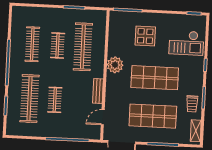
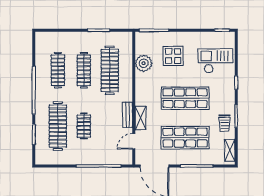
checkout: (186, 43) -> (216, 61), turned 180
clothes rail: (58, 46) -> (84, 70), width x1.36
plant: (115, 65) -> (144, 63), moved
shelving: (110, 95) -> (141, 118), added

